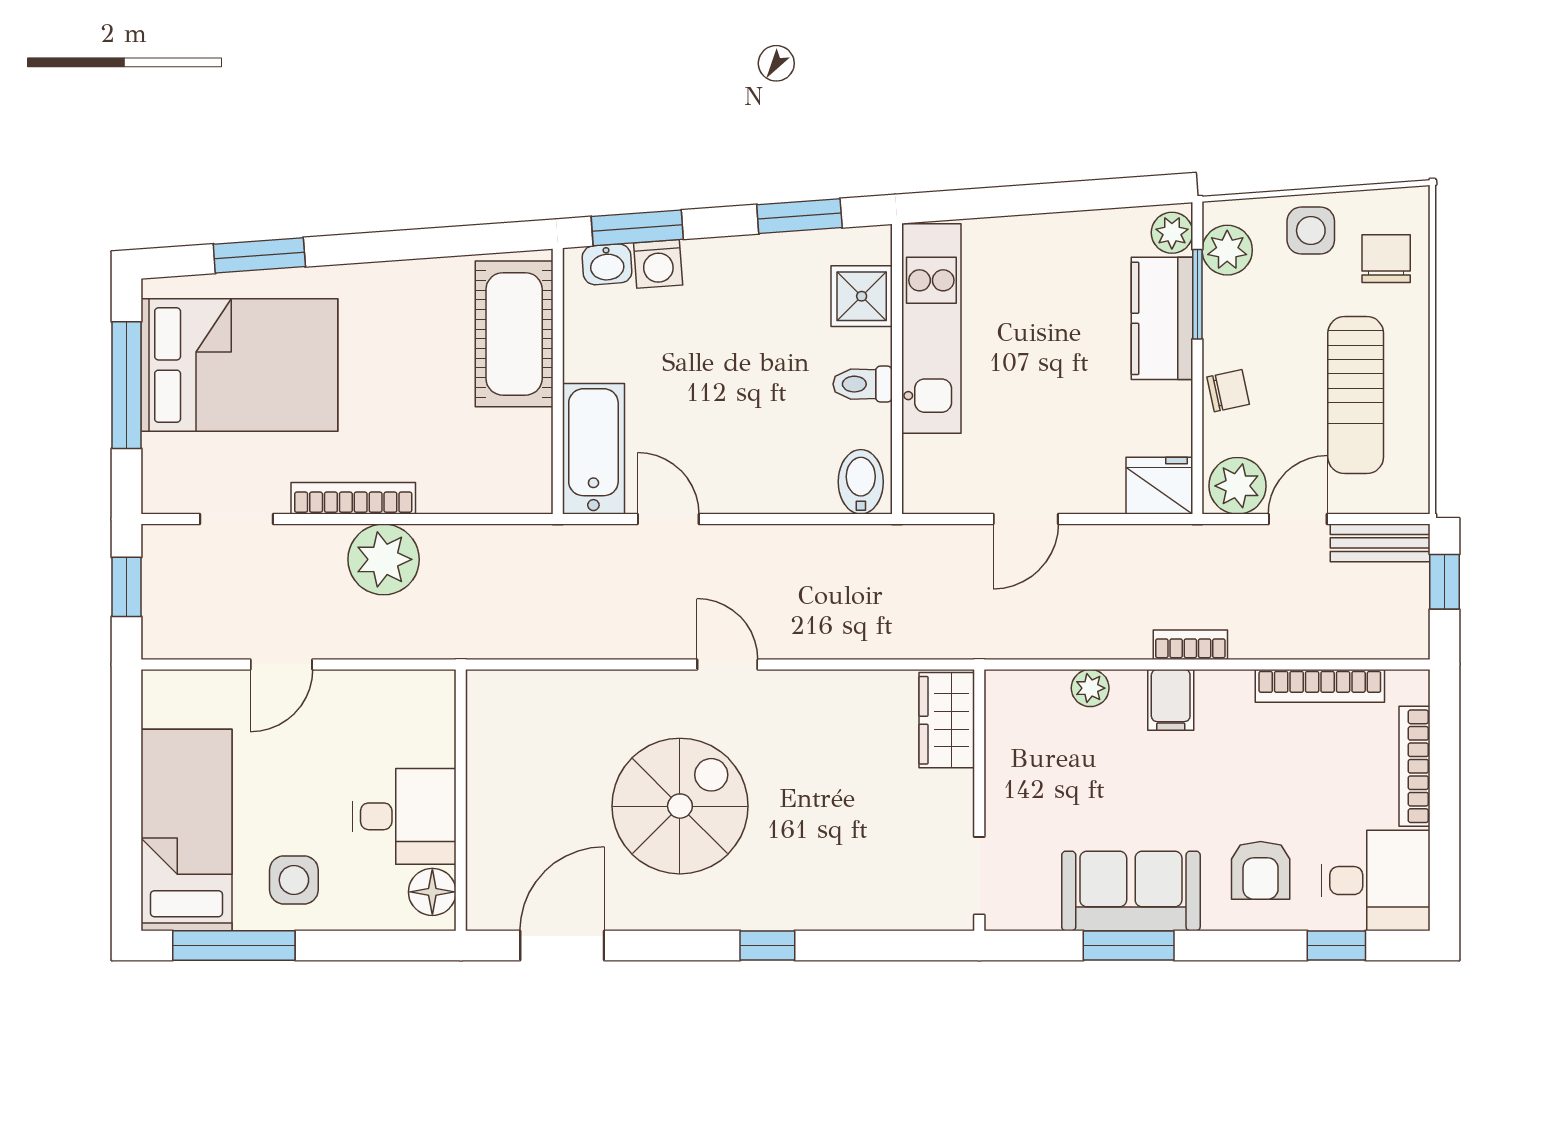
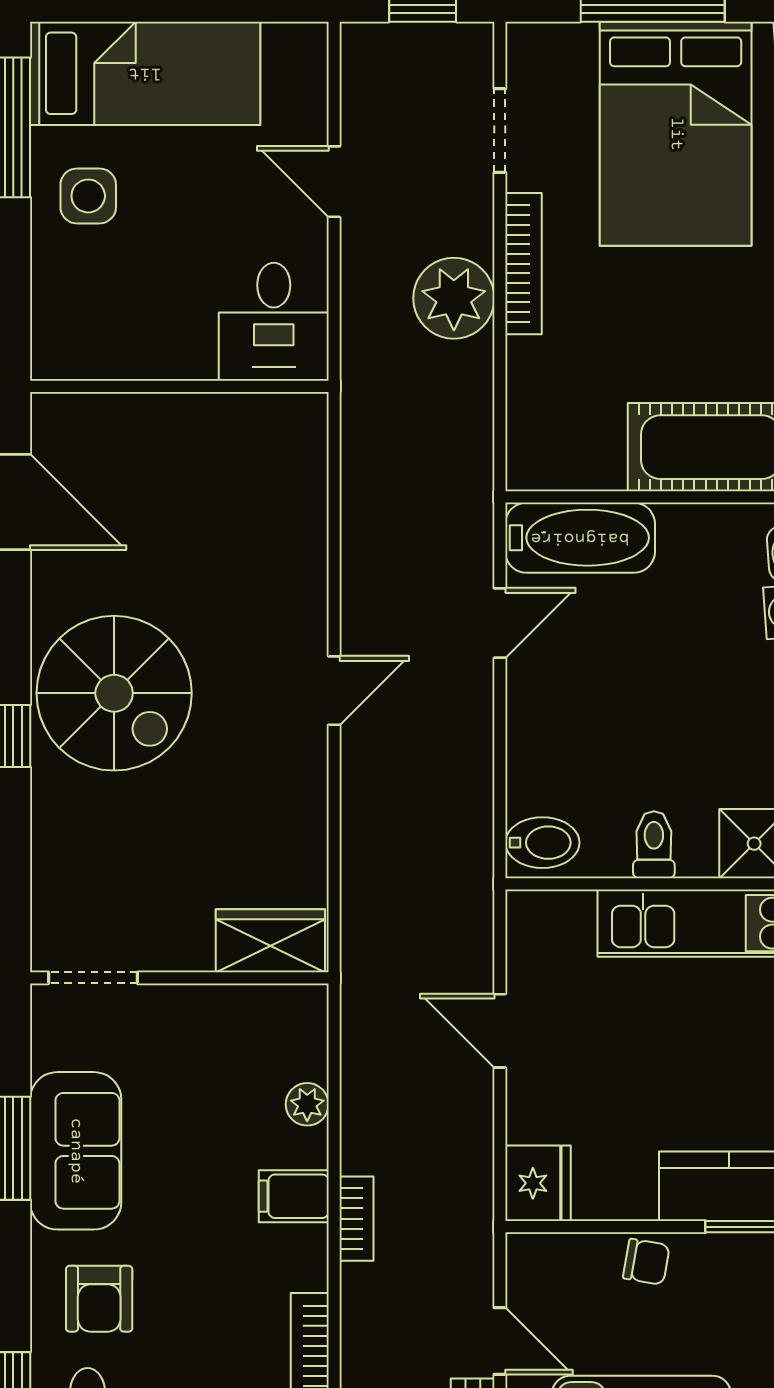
chair: (1228, 391) -> (646, 1262), turned -68
plant: (1237, 486) -> (538, 1272), removed
spiral stairs: (680, 806) -> (114, 693), moved
desk: (404, 816) -> (274, 322), moved
armchair: (1261, 870) -> (99, 1299), turned -90
floor lamp: (432, 892) -> (75, 354), removed

